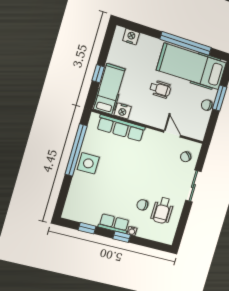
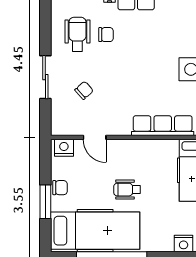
nightstand: (123, 111) -> (64, 148), moved
chair: (186, 157) -> (84, 90), moved

